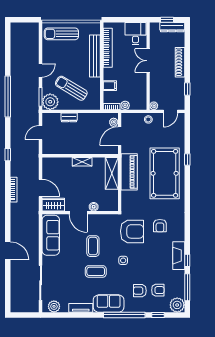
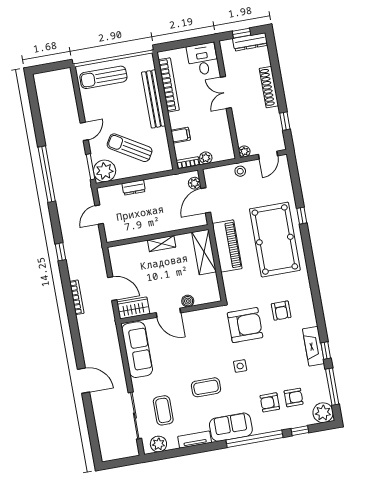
coffee table: (93, 246) -> (163, 410), moved

